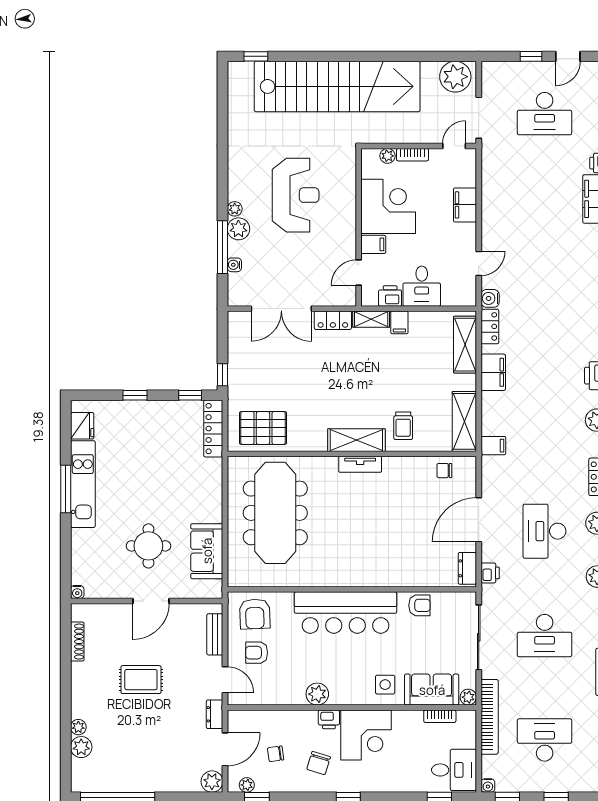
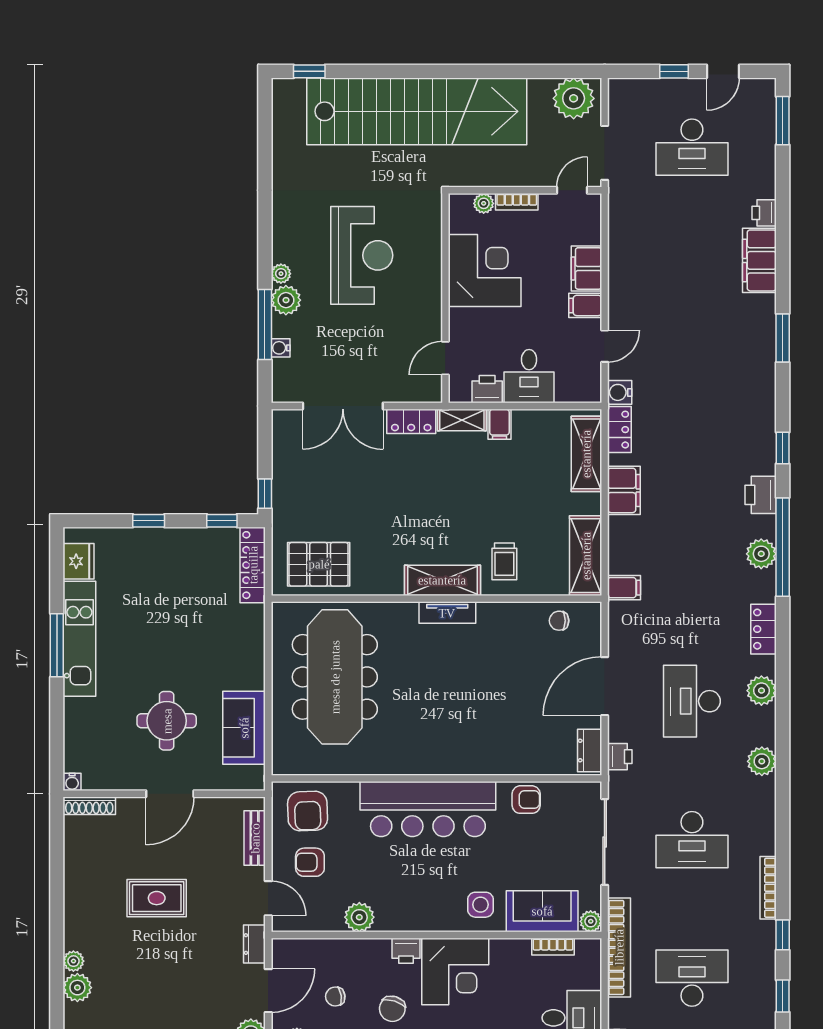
filing cabinet: (373, 244) -> (585, 305), moved, turned 180
shoe rack: (77, 642) -> (89, 806), moved, turned 90
plant: (317, 694) -> (359, 917), moved

